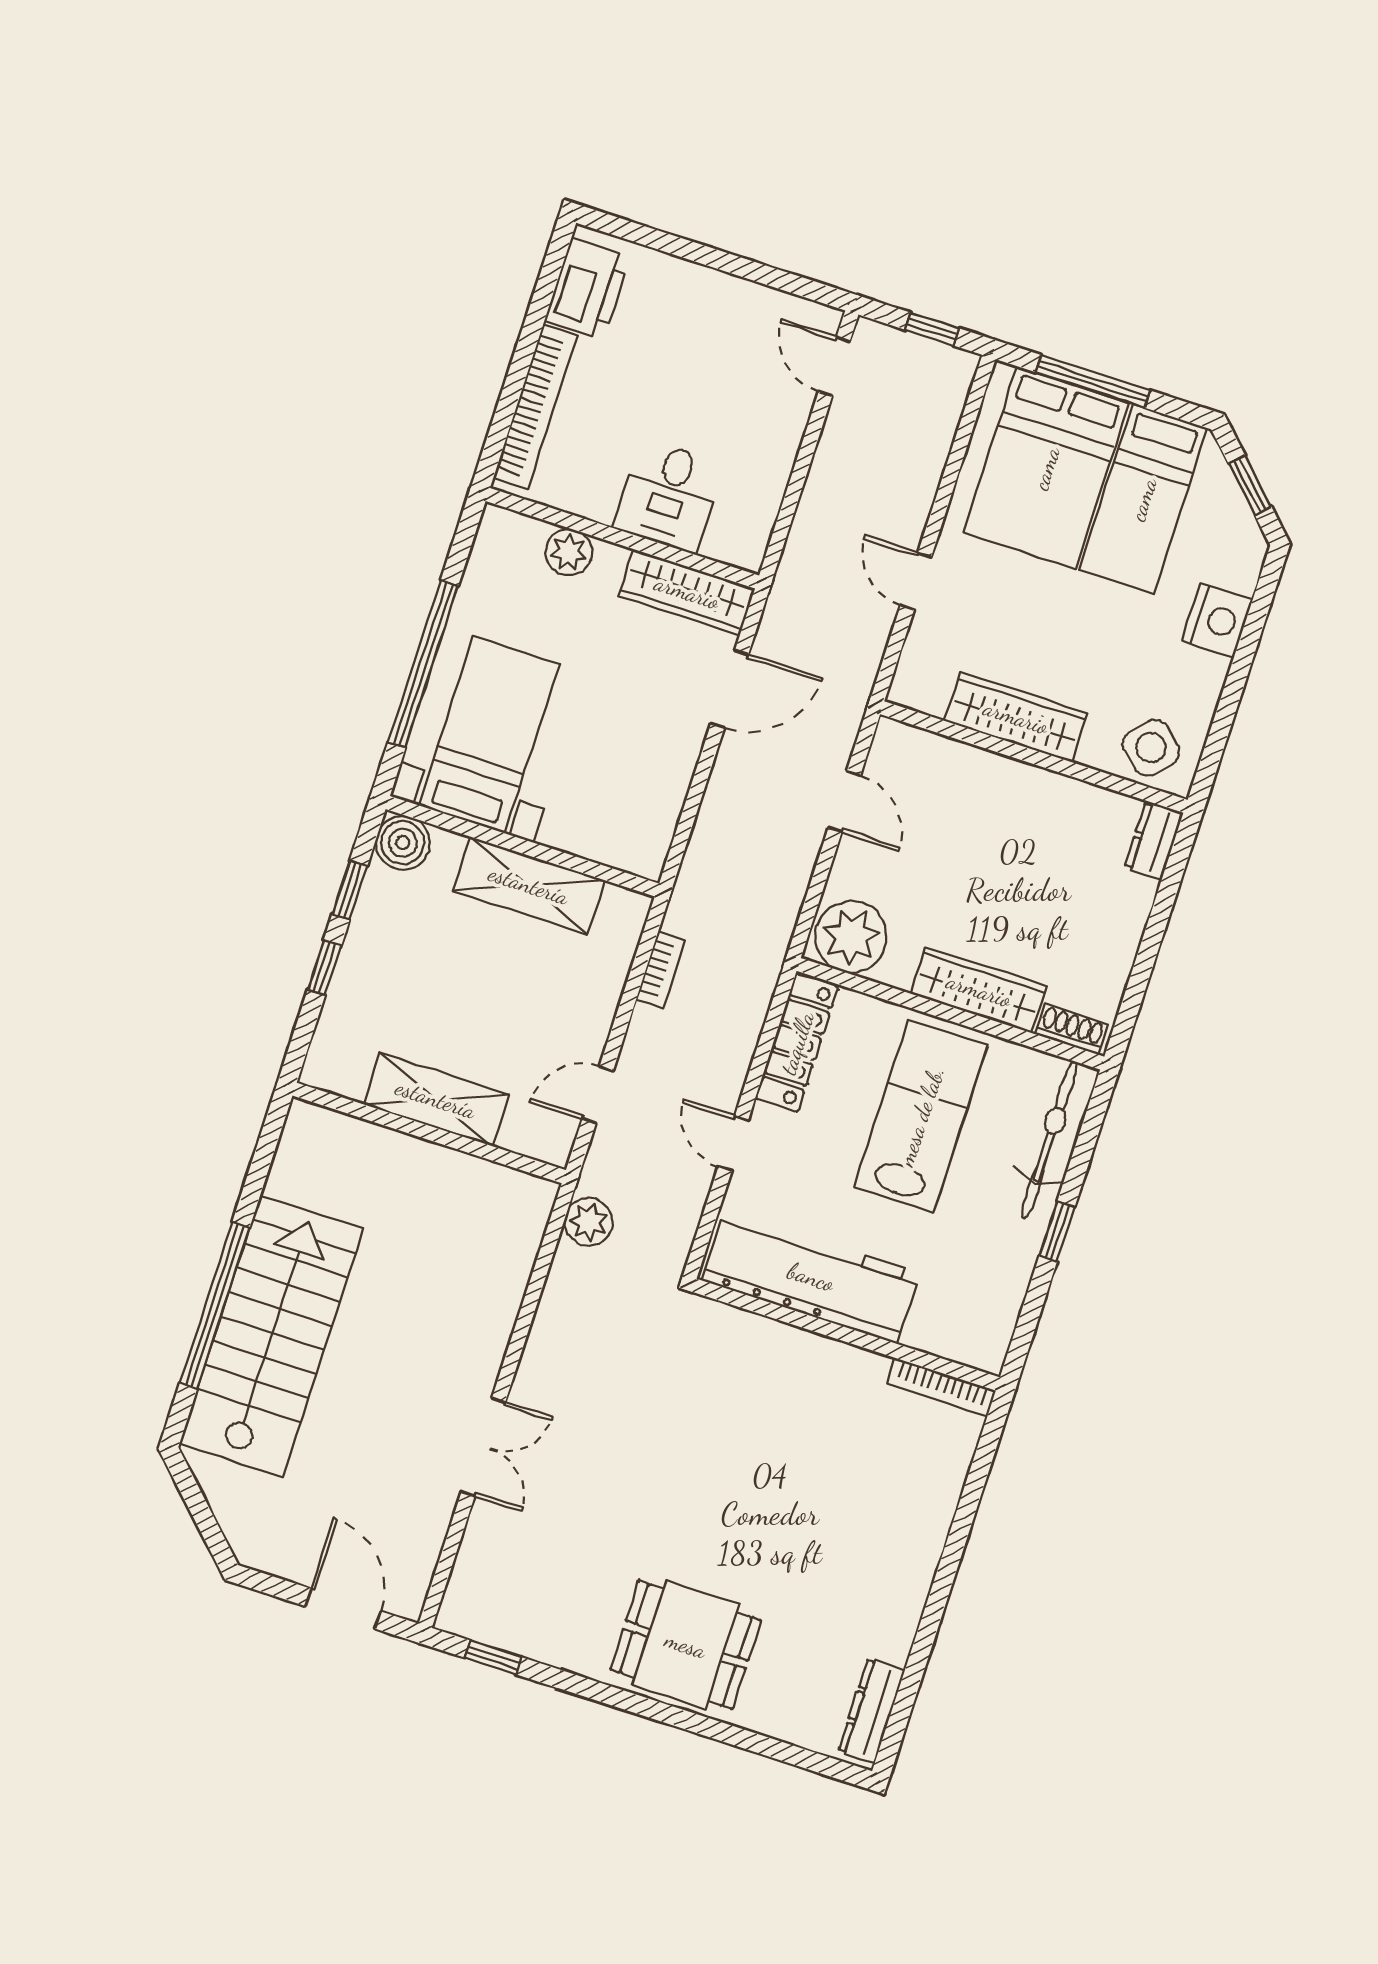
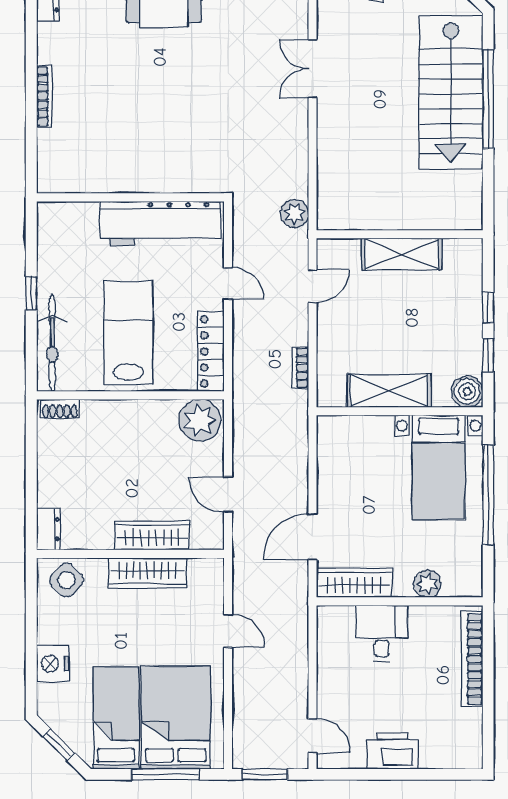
printer: (588, 289) -> (393, 751), moved, turned 90
window: (932, 329) -> (265, 774), width x1.50
wardrobe: (979, 990) -> (152, 535), moved, turned 180
lab bench: (921, 1116) -> (128, 333), turned 180
bookcase: (941, 1387) -> (45, 96), moved, turned 90

